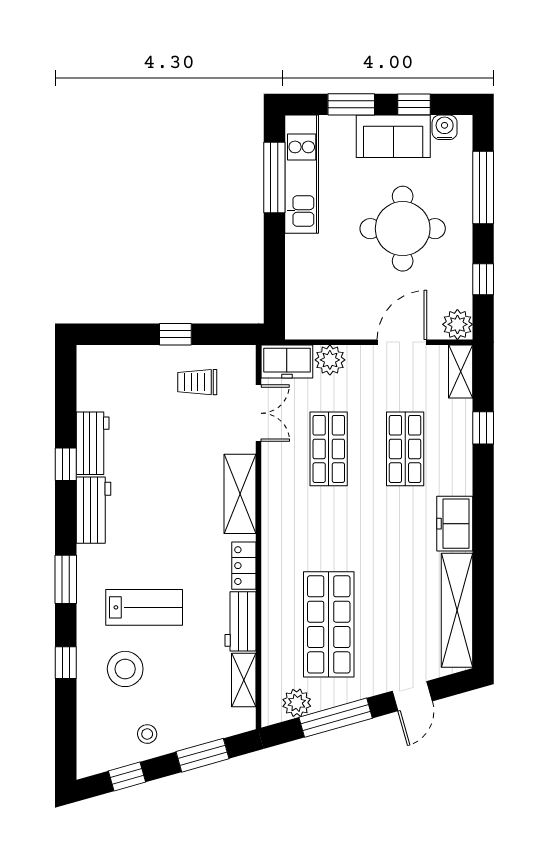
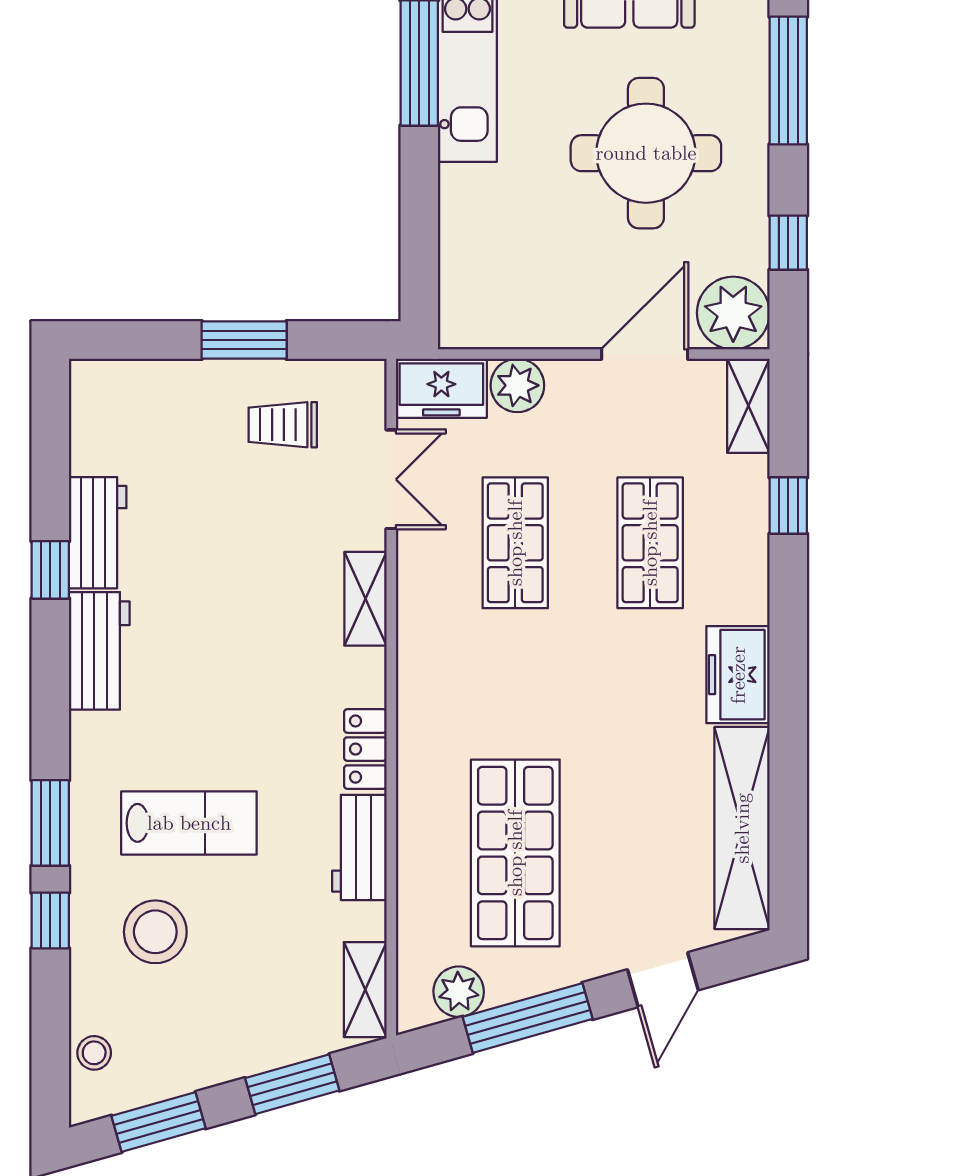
plant: (457, 324) -> (733, 313), width x1.36, depth x1.36
window: (175, 334) -> (244, 340), width x1.50
shelving: (240, 494) -> (365, 599), width x0.67, depth x0.75
window: (66, 579) -> (50, 823), moved
shelving: (244, 680) -> (365, 990), moved
stool: (147, 734) -> (94, 1053), moved
window: (127, 777) -> (159, 1122), width x1.50

